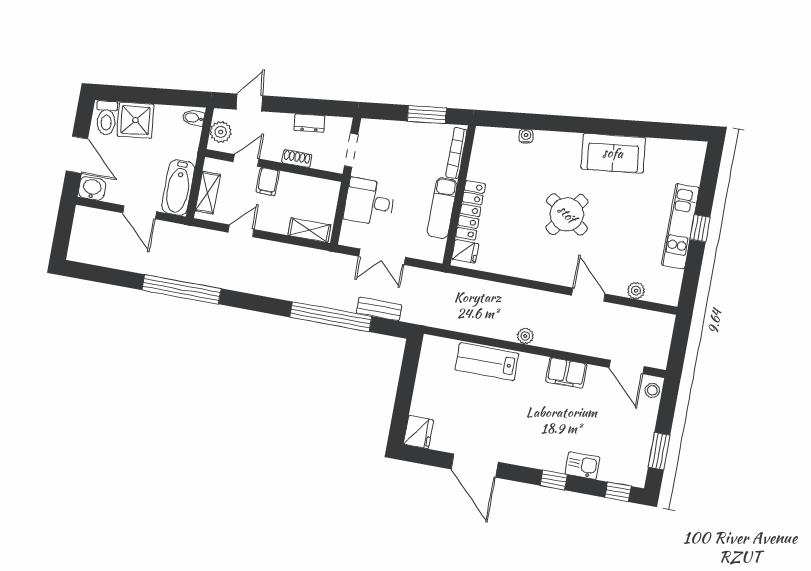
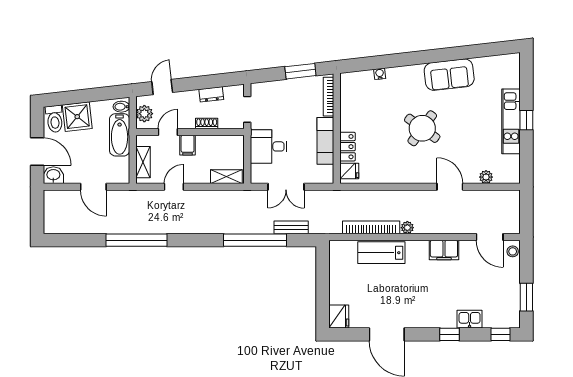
bathtub: (178, 188) -> (120, 135), moved
locker: (471, 210) -> (347, 147), width x0.66
bookcase: (480, 327) -> (371, 227), added

